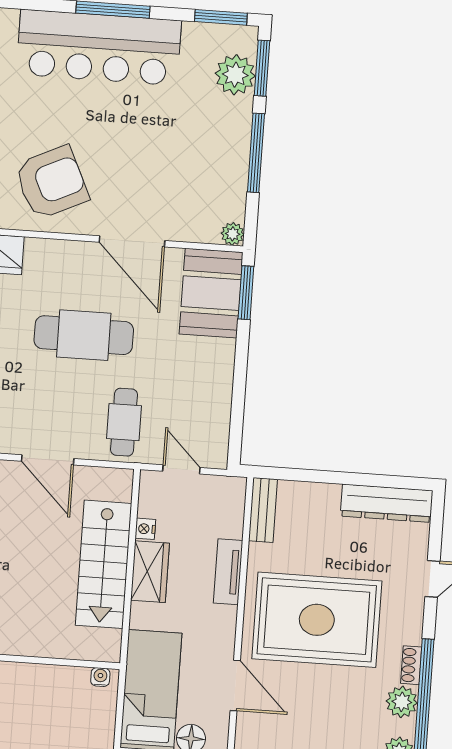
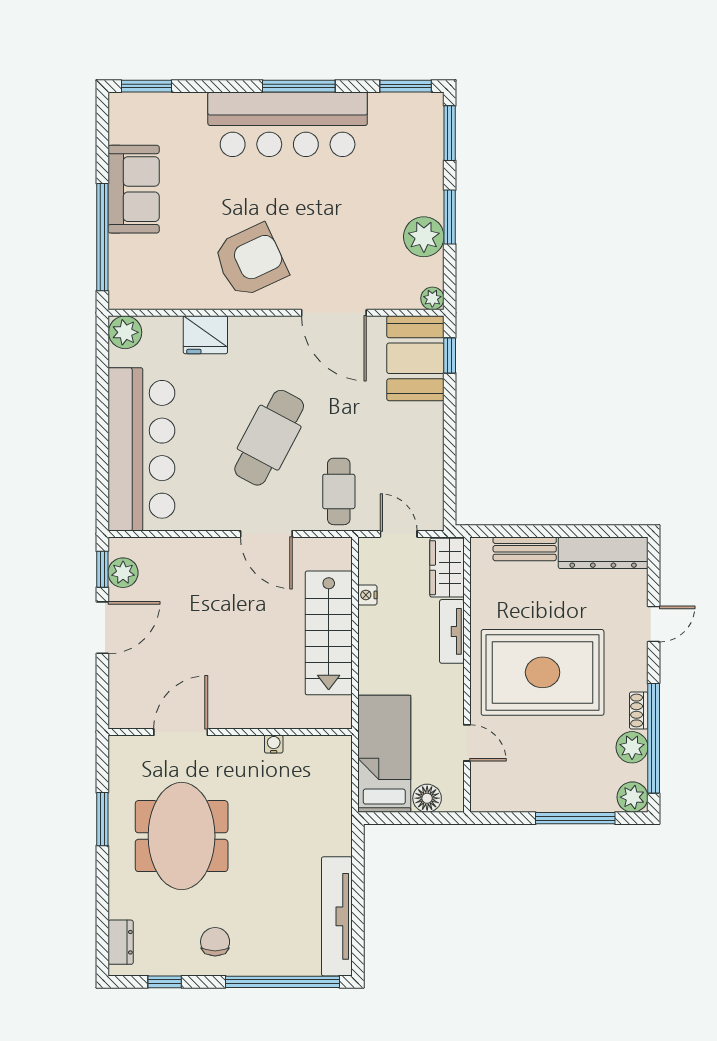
plant: (235, 75) -> (424, 237), moved
window: (256, 153) -> (450, 217), width x0.69
window: (246, 293) -> (450, 355), width x0.67
cafe table: (84, 335) -> (269, 438), moved, turned -62
bench: (263, 510) -> (525, 549), moved, turned 90
wardrobe: (150, 572) -> (447, 568), moved, turned 180
water cooler: (100, 677) -> (274, 744), moved
door: (235, 685) -> (467, 743), width x0.73

